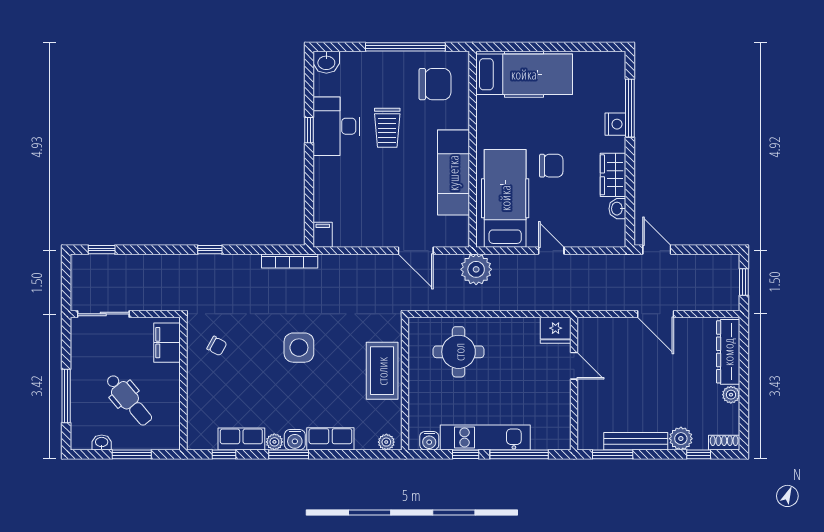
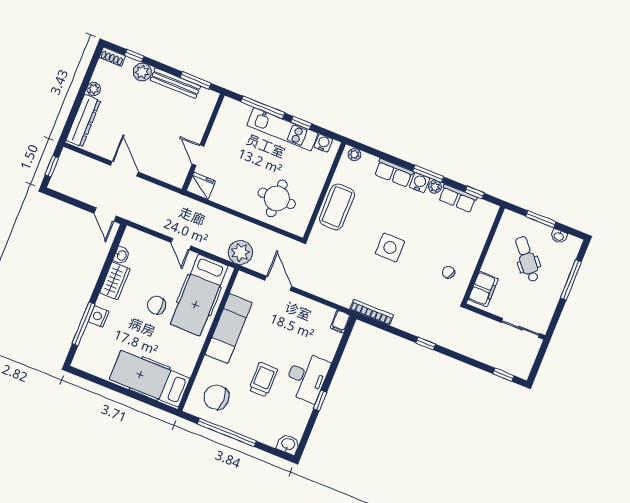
desk: (336, 126) -> (307, 377), moved

